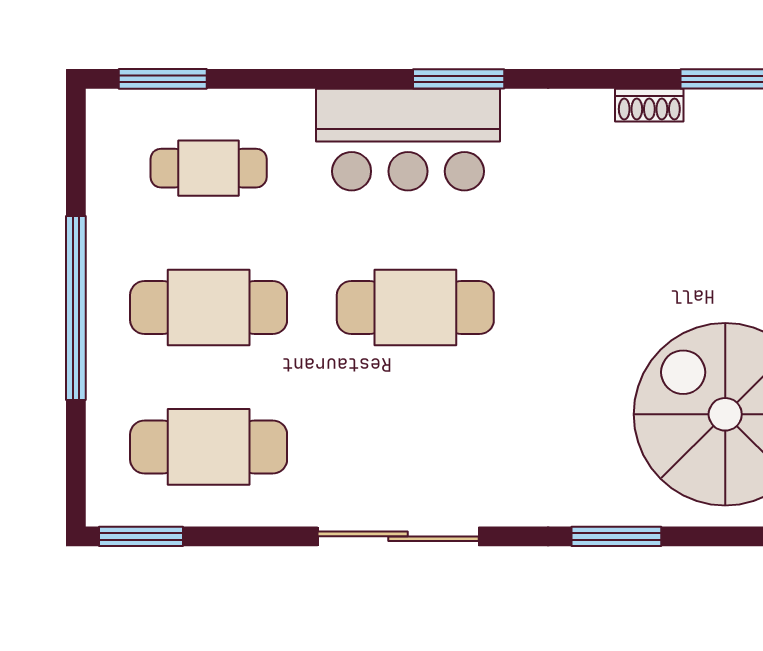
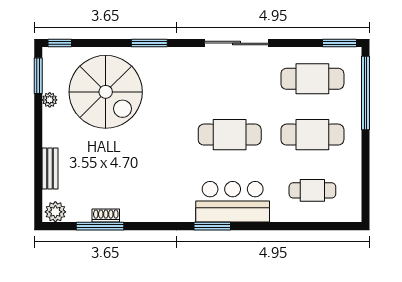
window: (163, 79) -> (331, 226), removed
shoe rack: (649, 105) -> (106, 216), moved
window: (76, 308) -> (366, 93), moved

